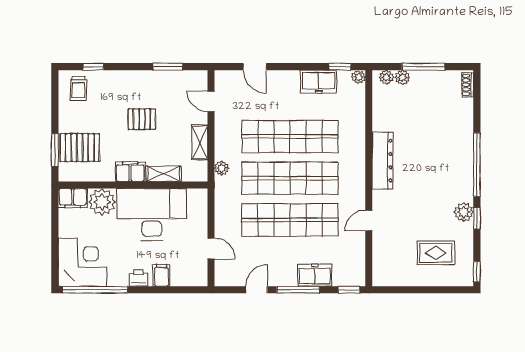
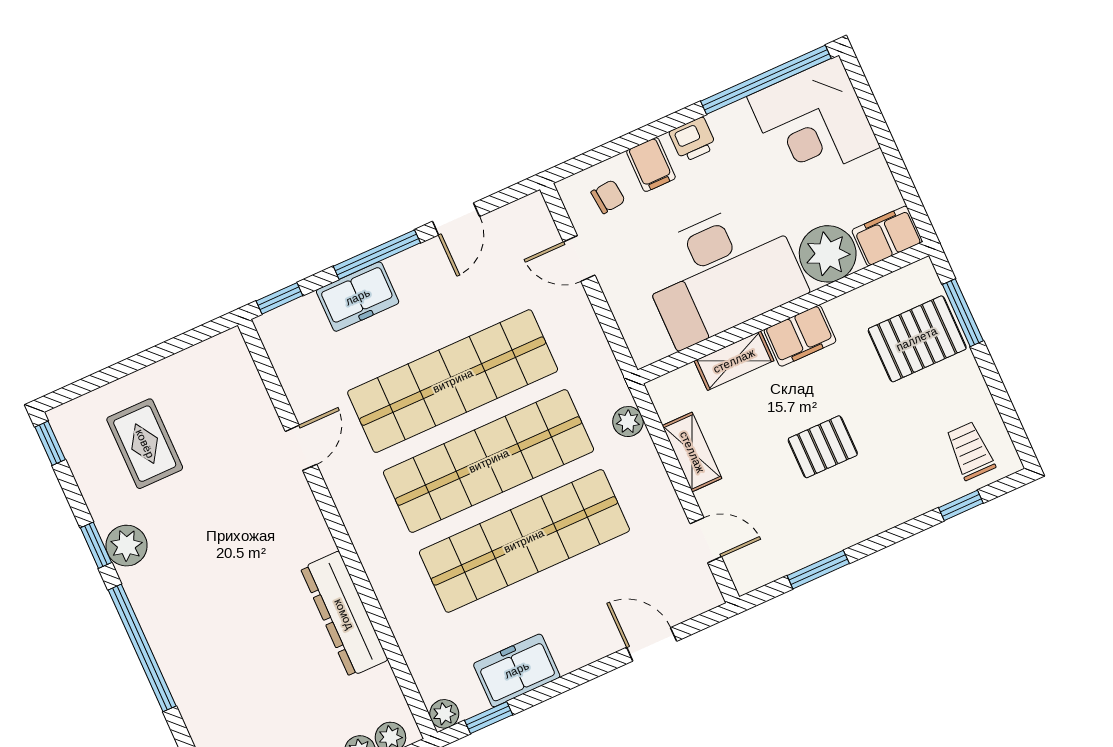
dresser: (382, 161) -> (344, 614), moved
rug: (436, 253) -> (145, 444), turned 90
chair: (186, 270) -> (608, 197), added

